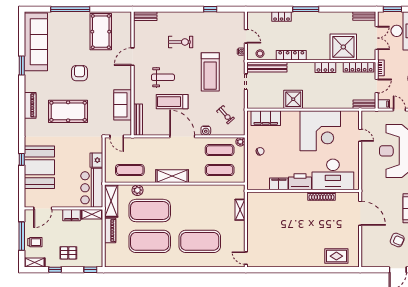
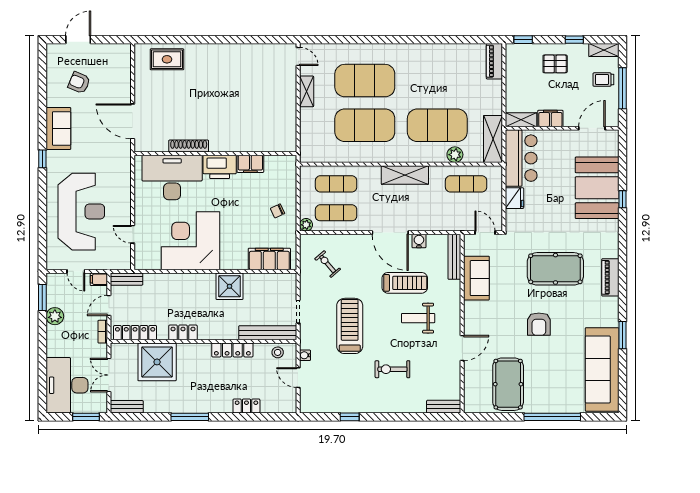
window: (306, 9) -> (190, 417), moved
water cooler: (206, 131) -> (419, 241), moved
shelving: (240, 210) -> (307, 91), moved
piano: (110, 231) -> (494, 61), moved
exercise mat: (150, 241) -> (365, 125), moved

